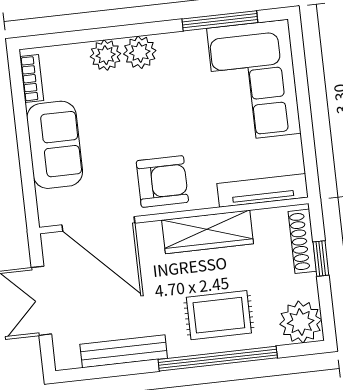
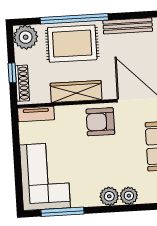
tv unit: (263, 190) -> (36, 114), width x0.71
rug: (219, 315) -> (72, 44), width x1.36, depth x1.43

